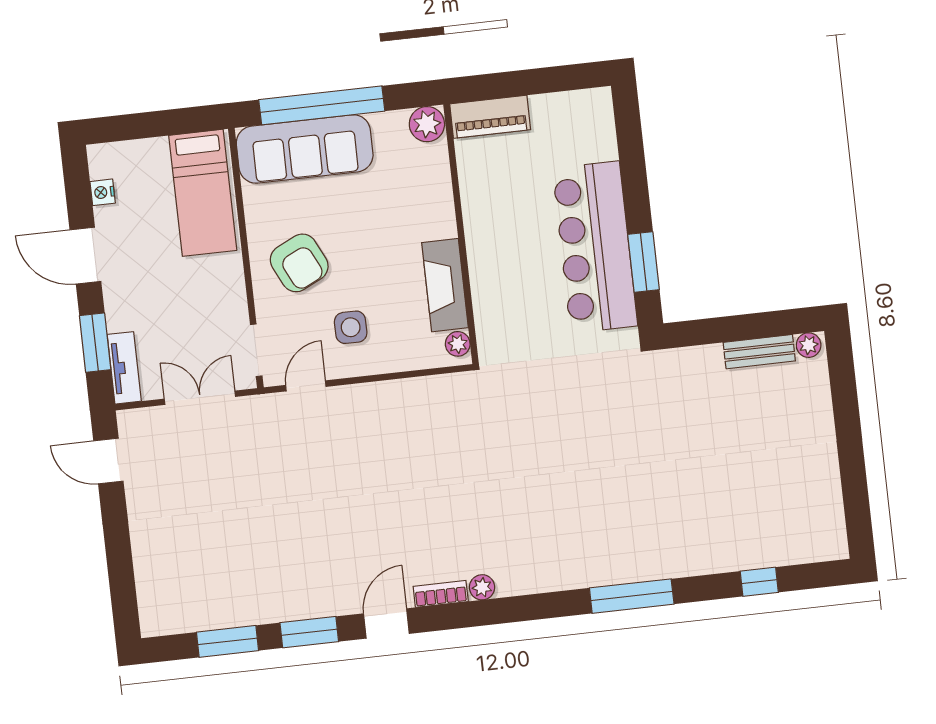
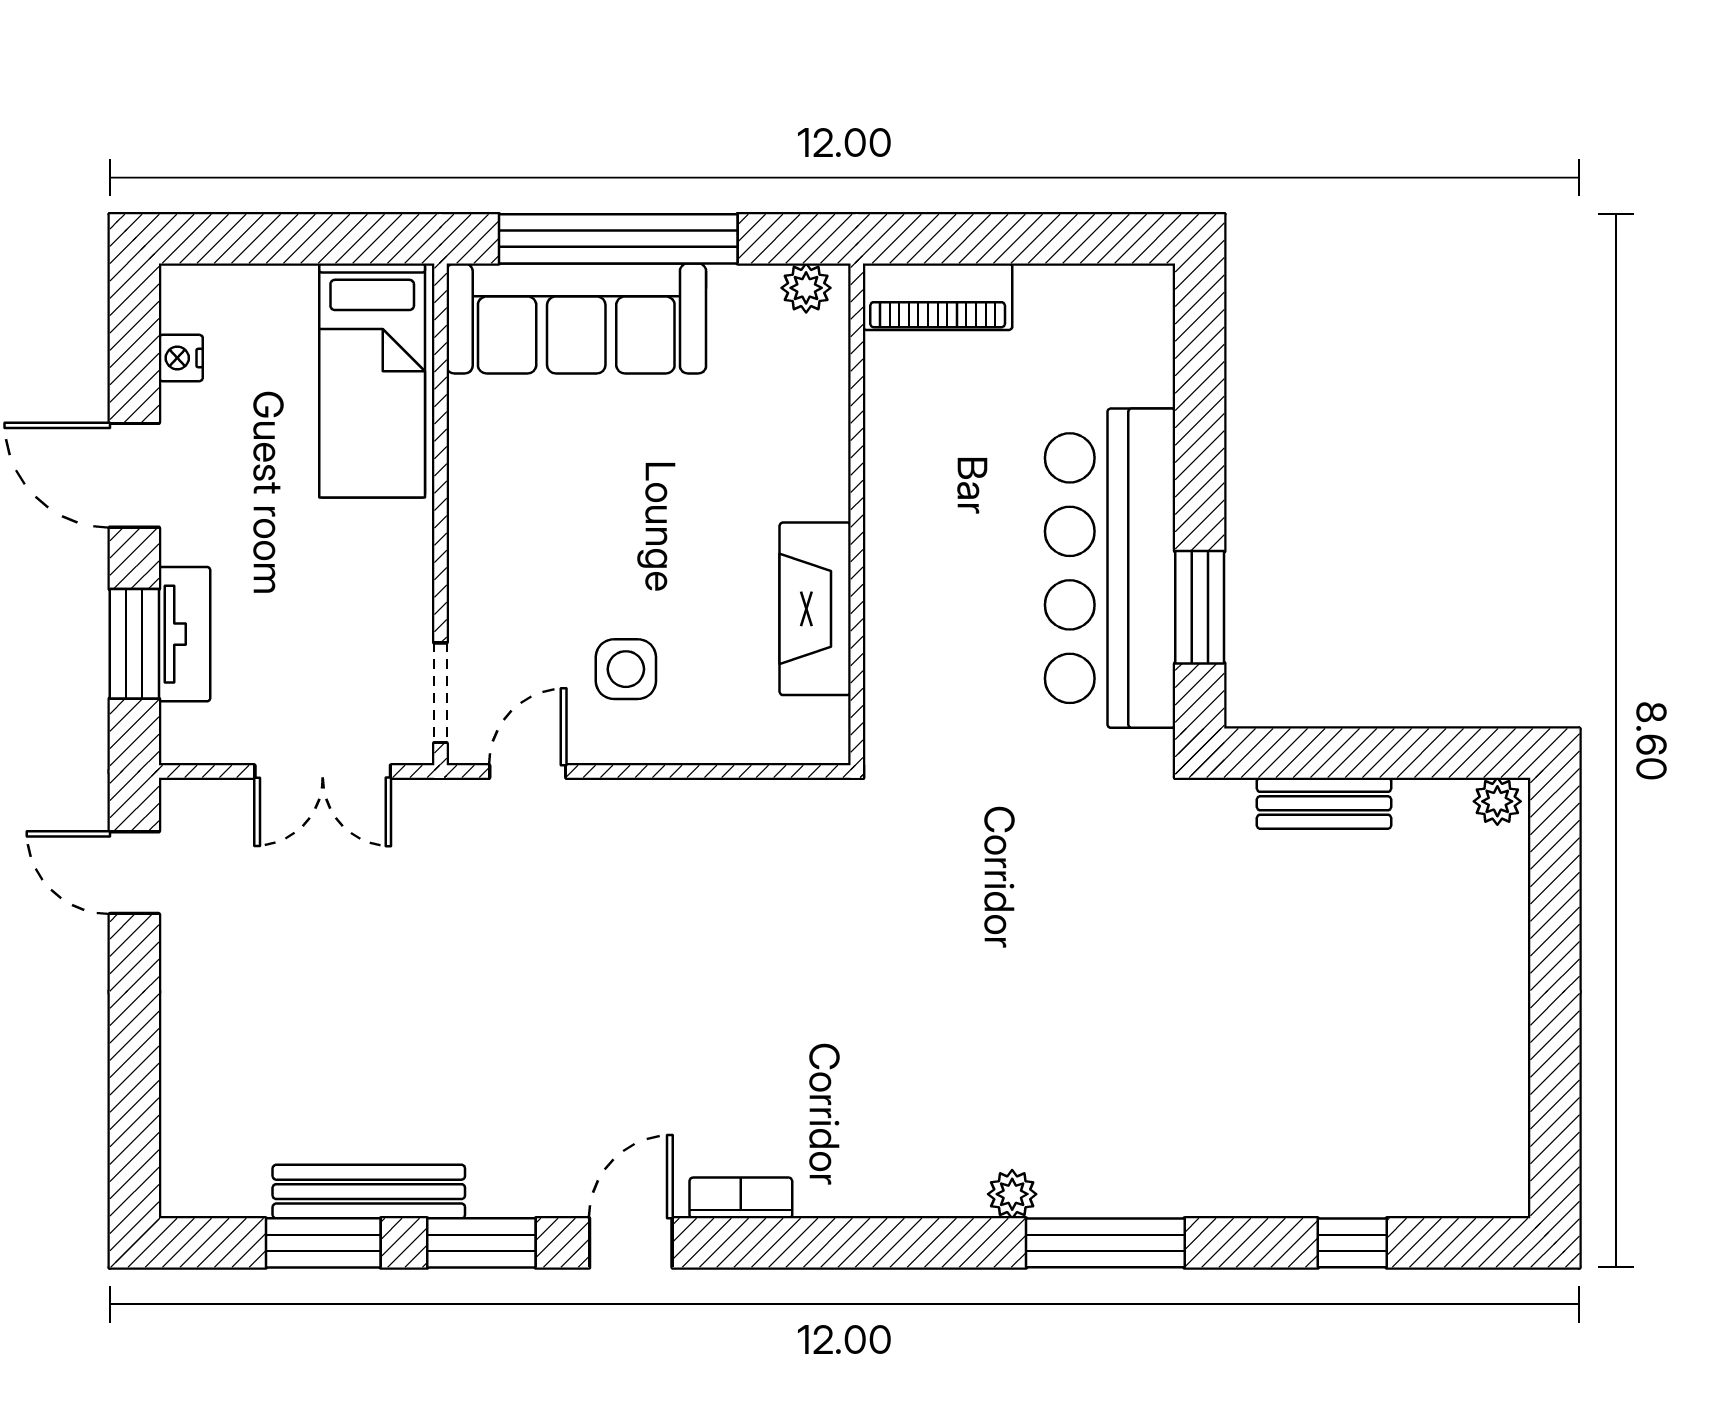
plant: (427, 124) -> (806, 288), width x0.73, depth x0.73
armchair: (299, 263) -> (541, 535), removed
plant: (458, 344) -> (827, 724), removed
bench: (759, 352) -> (1324, 803), moved
tv unit: (124, 368) -> (185, 634), moved
double door: (200, 398) -> (323, 772), swing flipped
plant: (482, 587) -> (1012, 1194), moved
bench: (248, 612) -> (369, 1192), added

